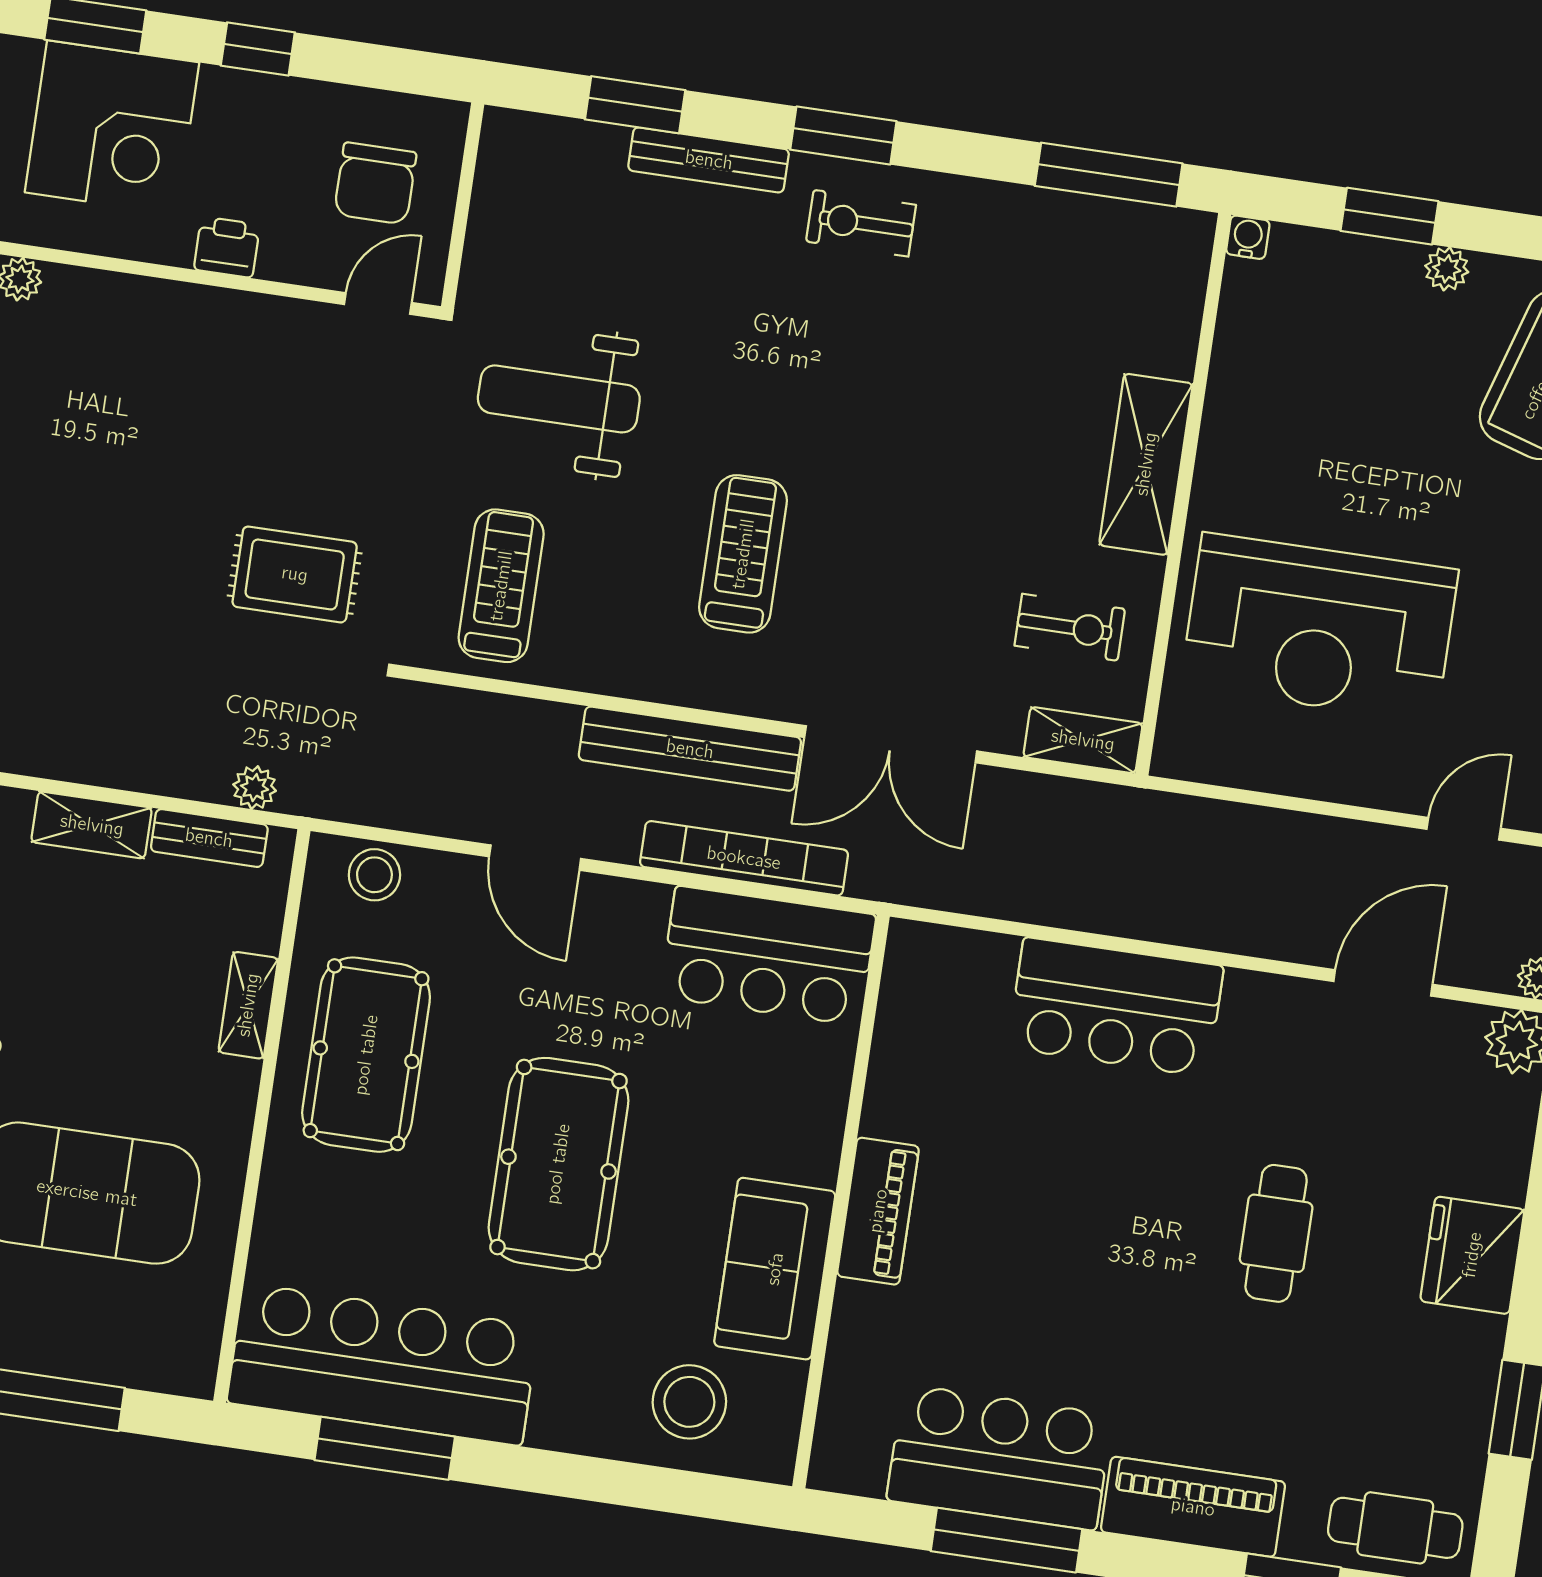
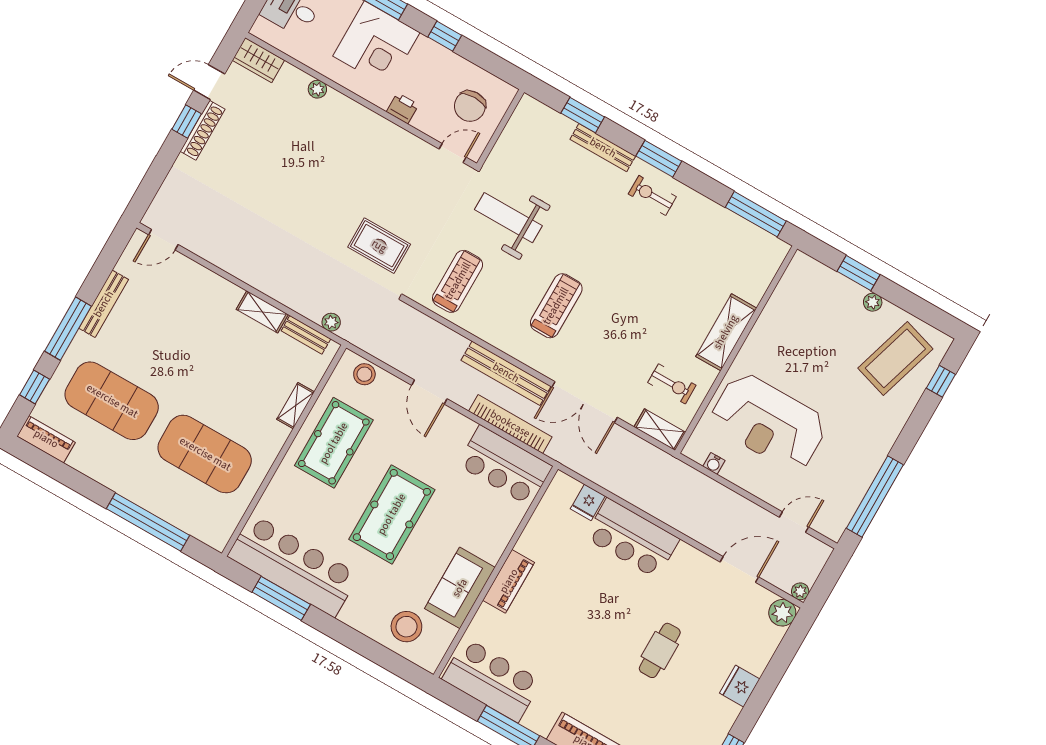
water cooler: (1248, 237) -> (714, 464), moved, turned 180
fridge: (986, 966) -> (588, 502), added
fridge: (1472, 1255) -> (740, 686), width x0.73, depth x0.75
bar counter: (1000, 1457) -> (492, 680), moved

